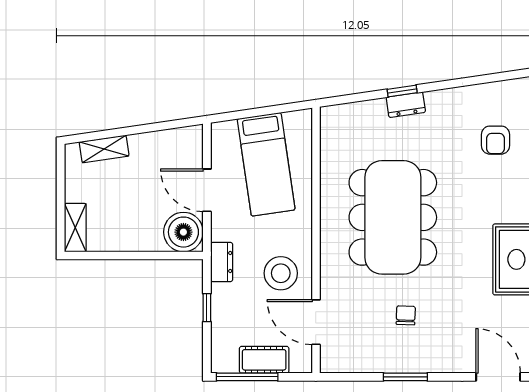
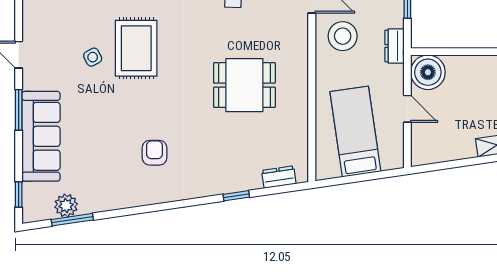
dresser: (406, 105) -> (279, 177), moved
door: (207, 190) -> (407, 109), width x0.73
dining table: (393, 217) -> (244, 85), width x0.53, depth x0.80

